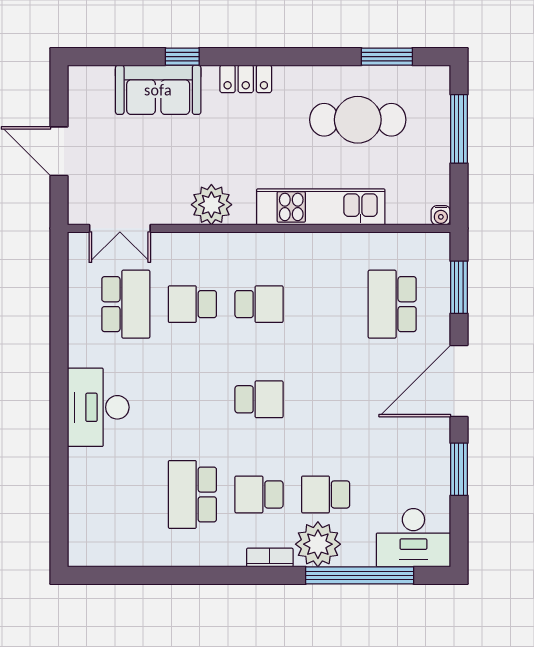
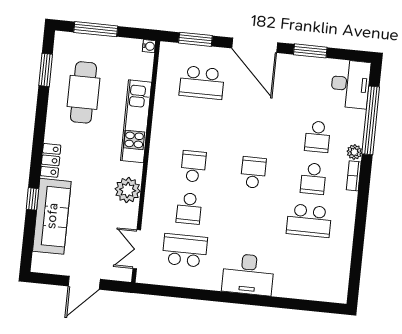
sofa: (158, 90) -> (52, 216), width x1.36
double door: (120, 228) -> (137, 249), swing flipped
plant: (318, 544) -> (354, 152), width x0.53, depth x0.53

